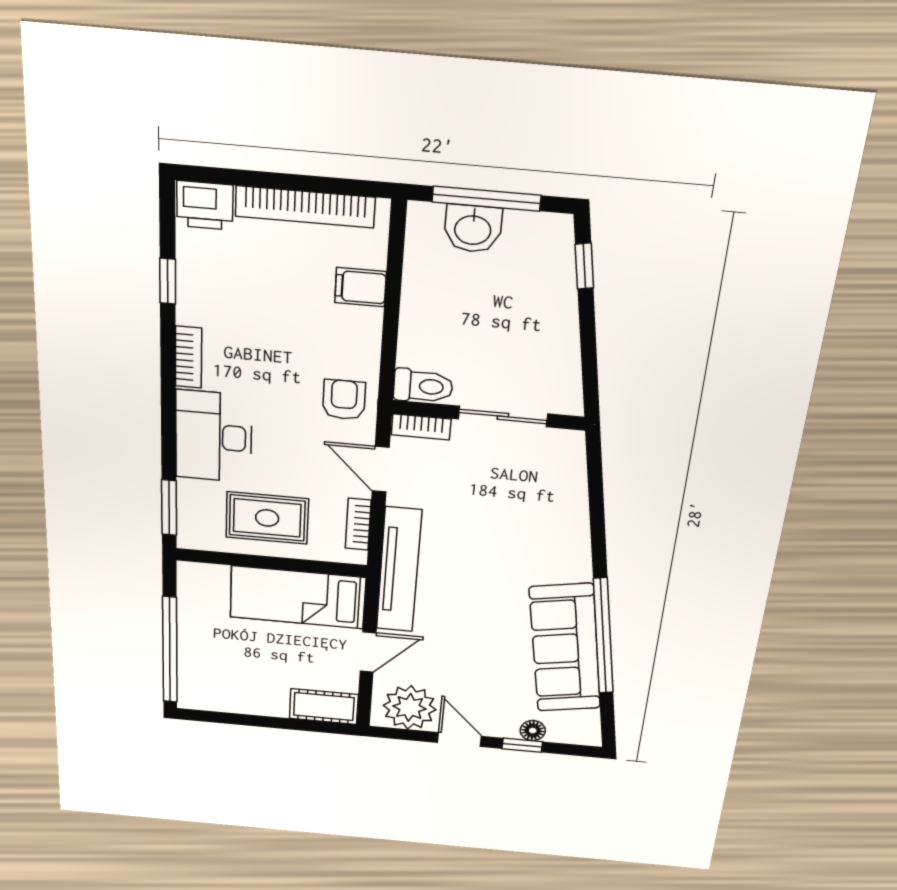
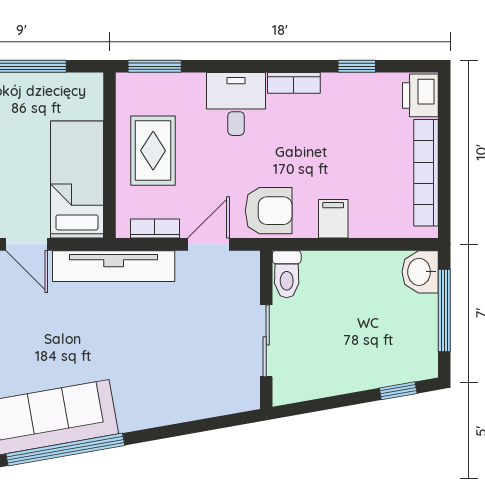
washbasin: (473, 229) -> (420, 272), moved
filing cabinet: (361, 287) -> (333, 219), moved
armchair: (344, 400) -> (269, 211), width x1.38, depth x1.38
bookcase: (421, 427) -> (250, 275), removed
desk: (214, 437) -> (236, 104), width x0.73

